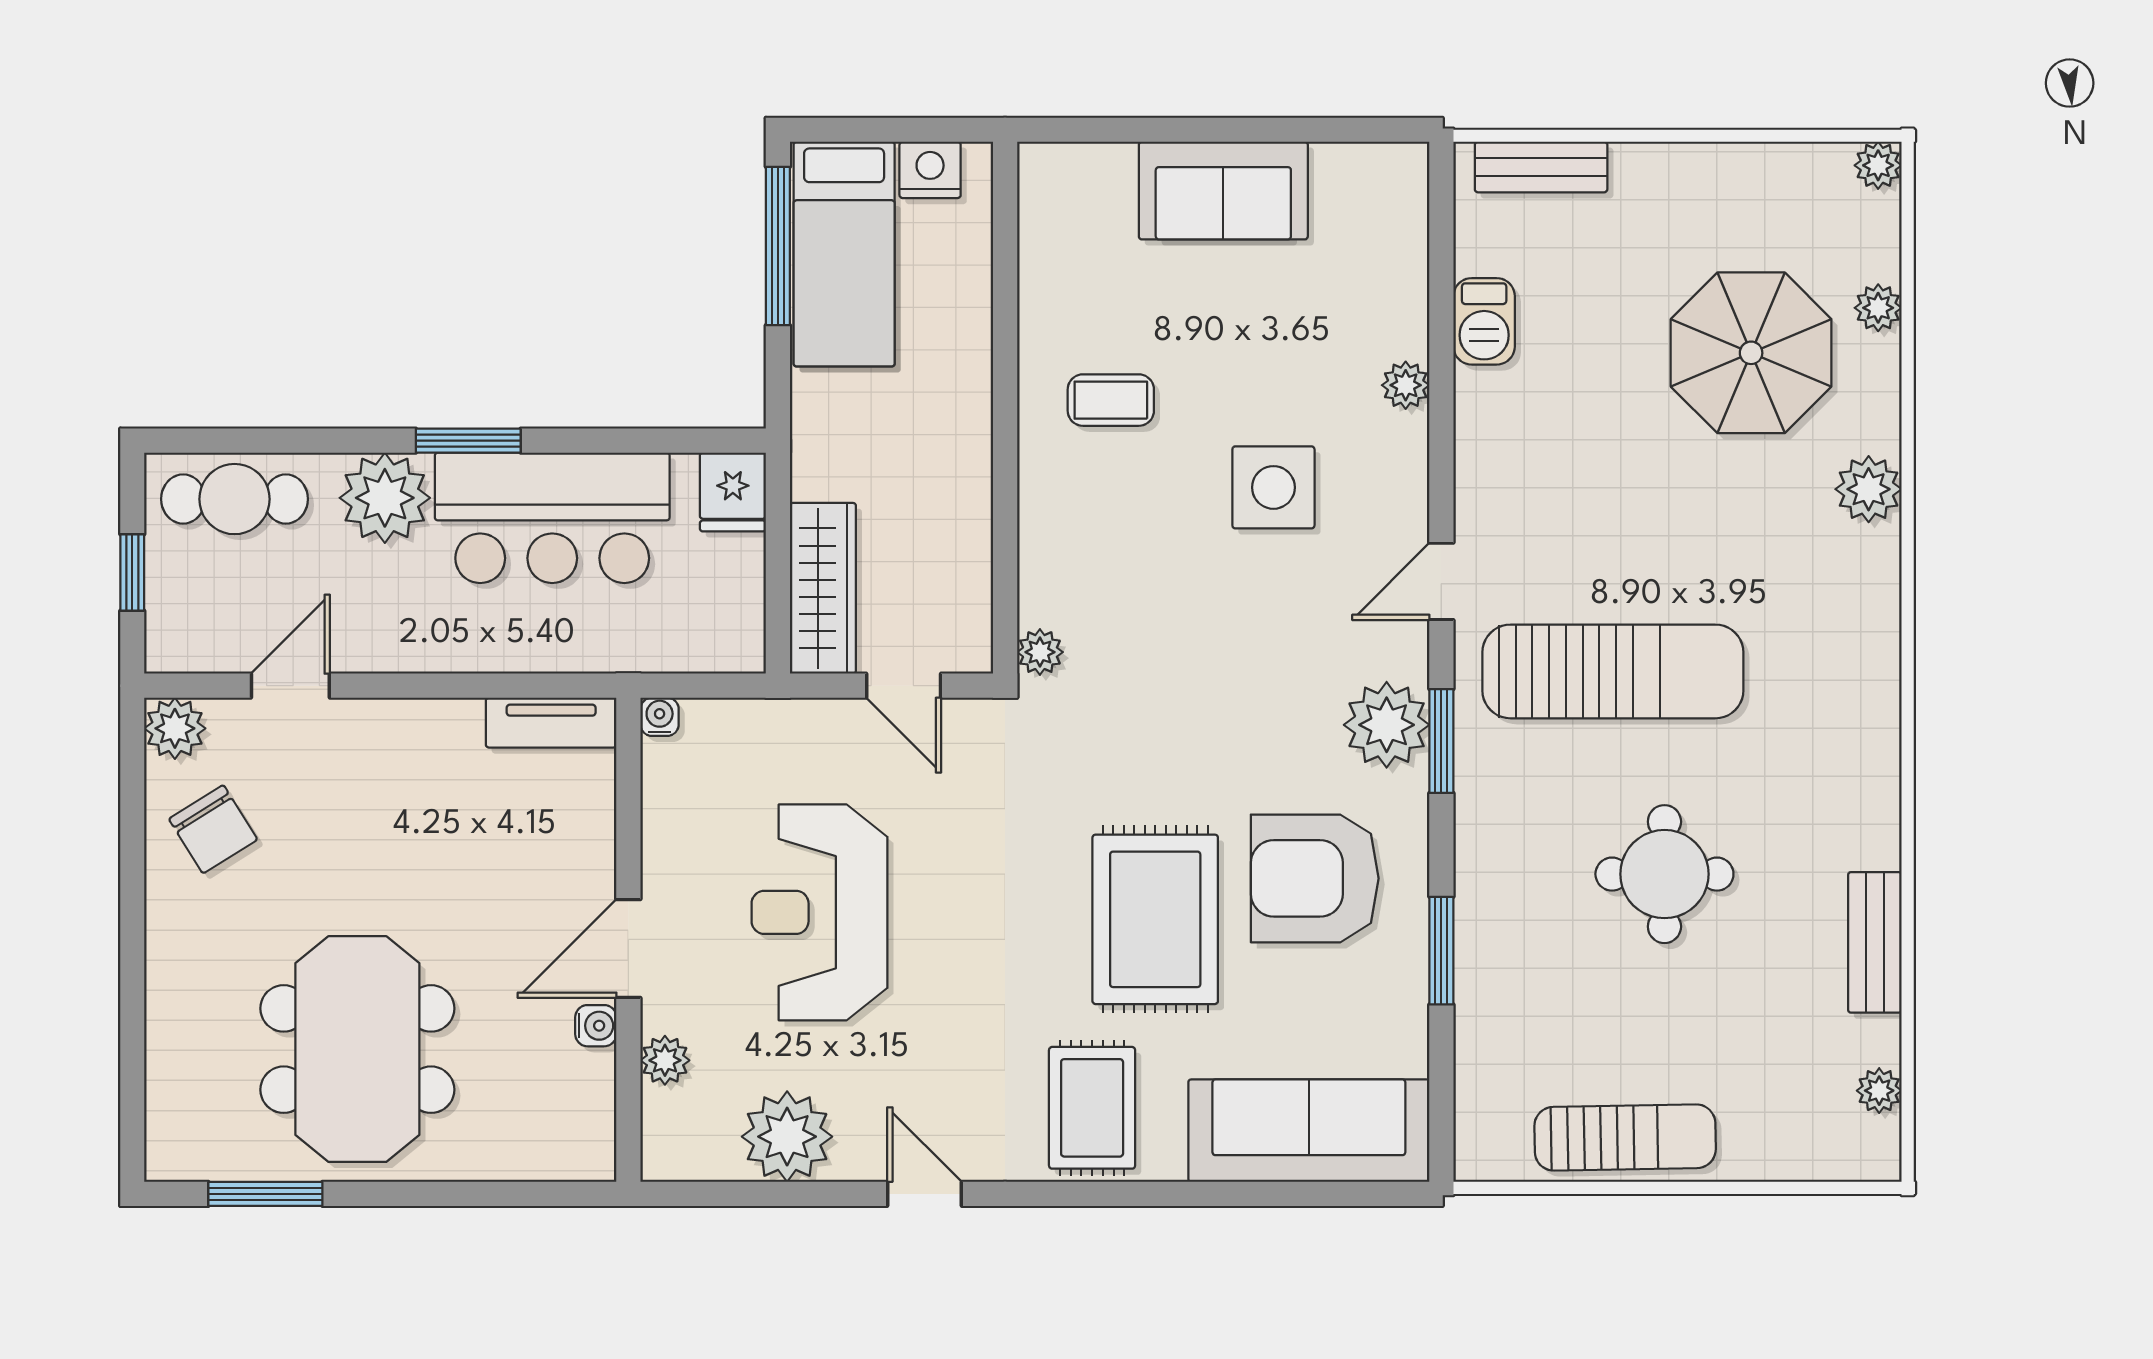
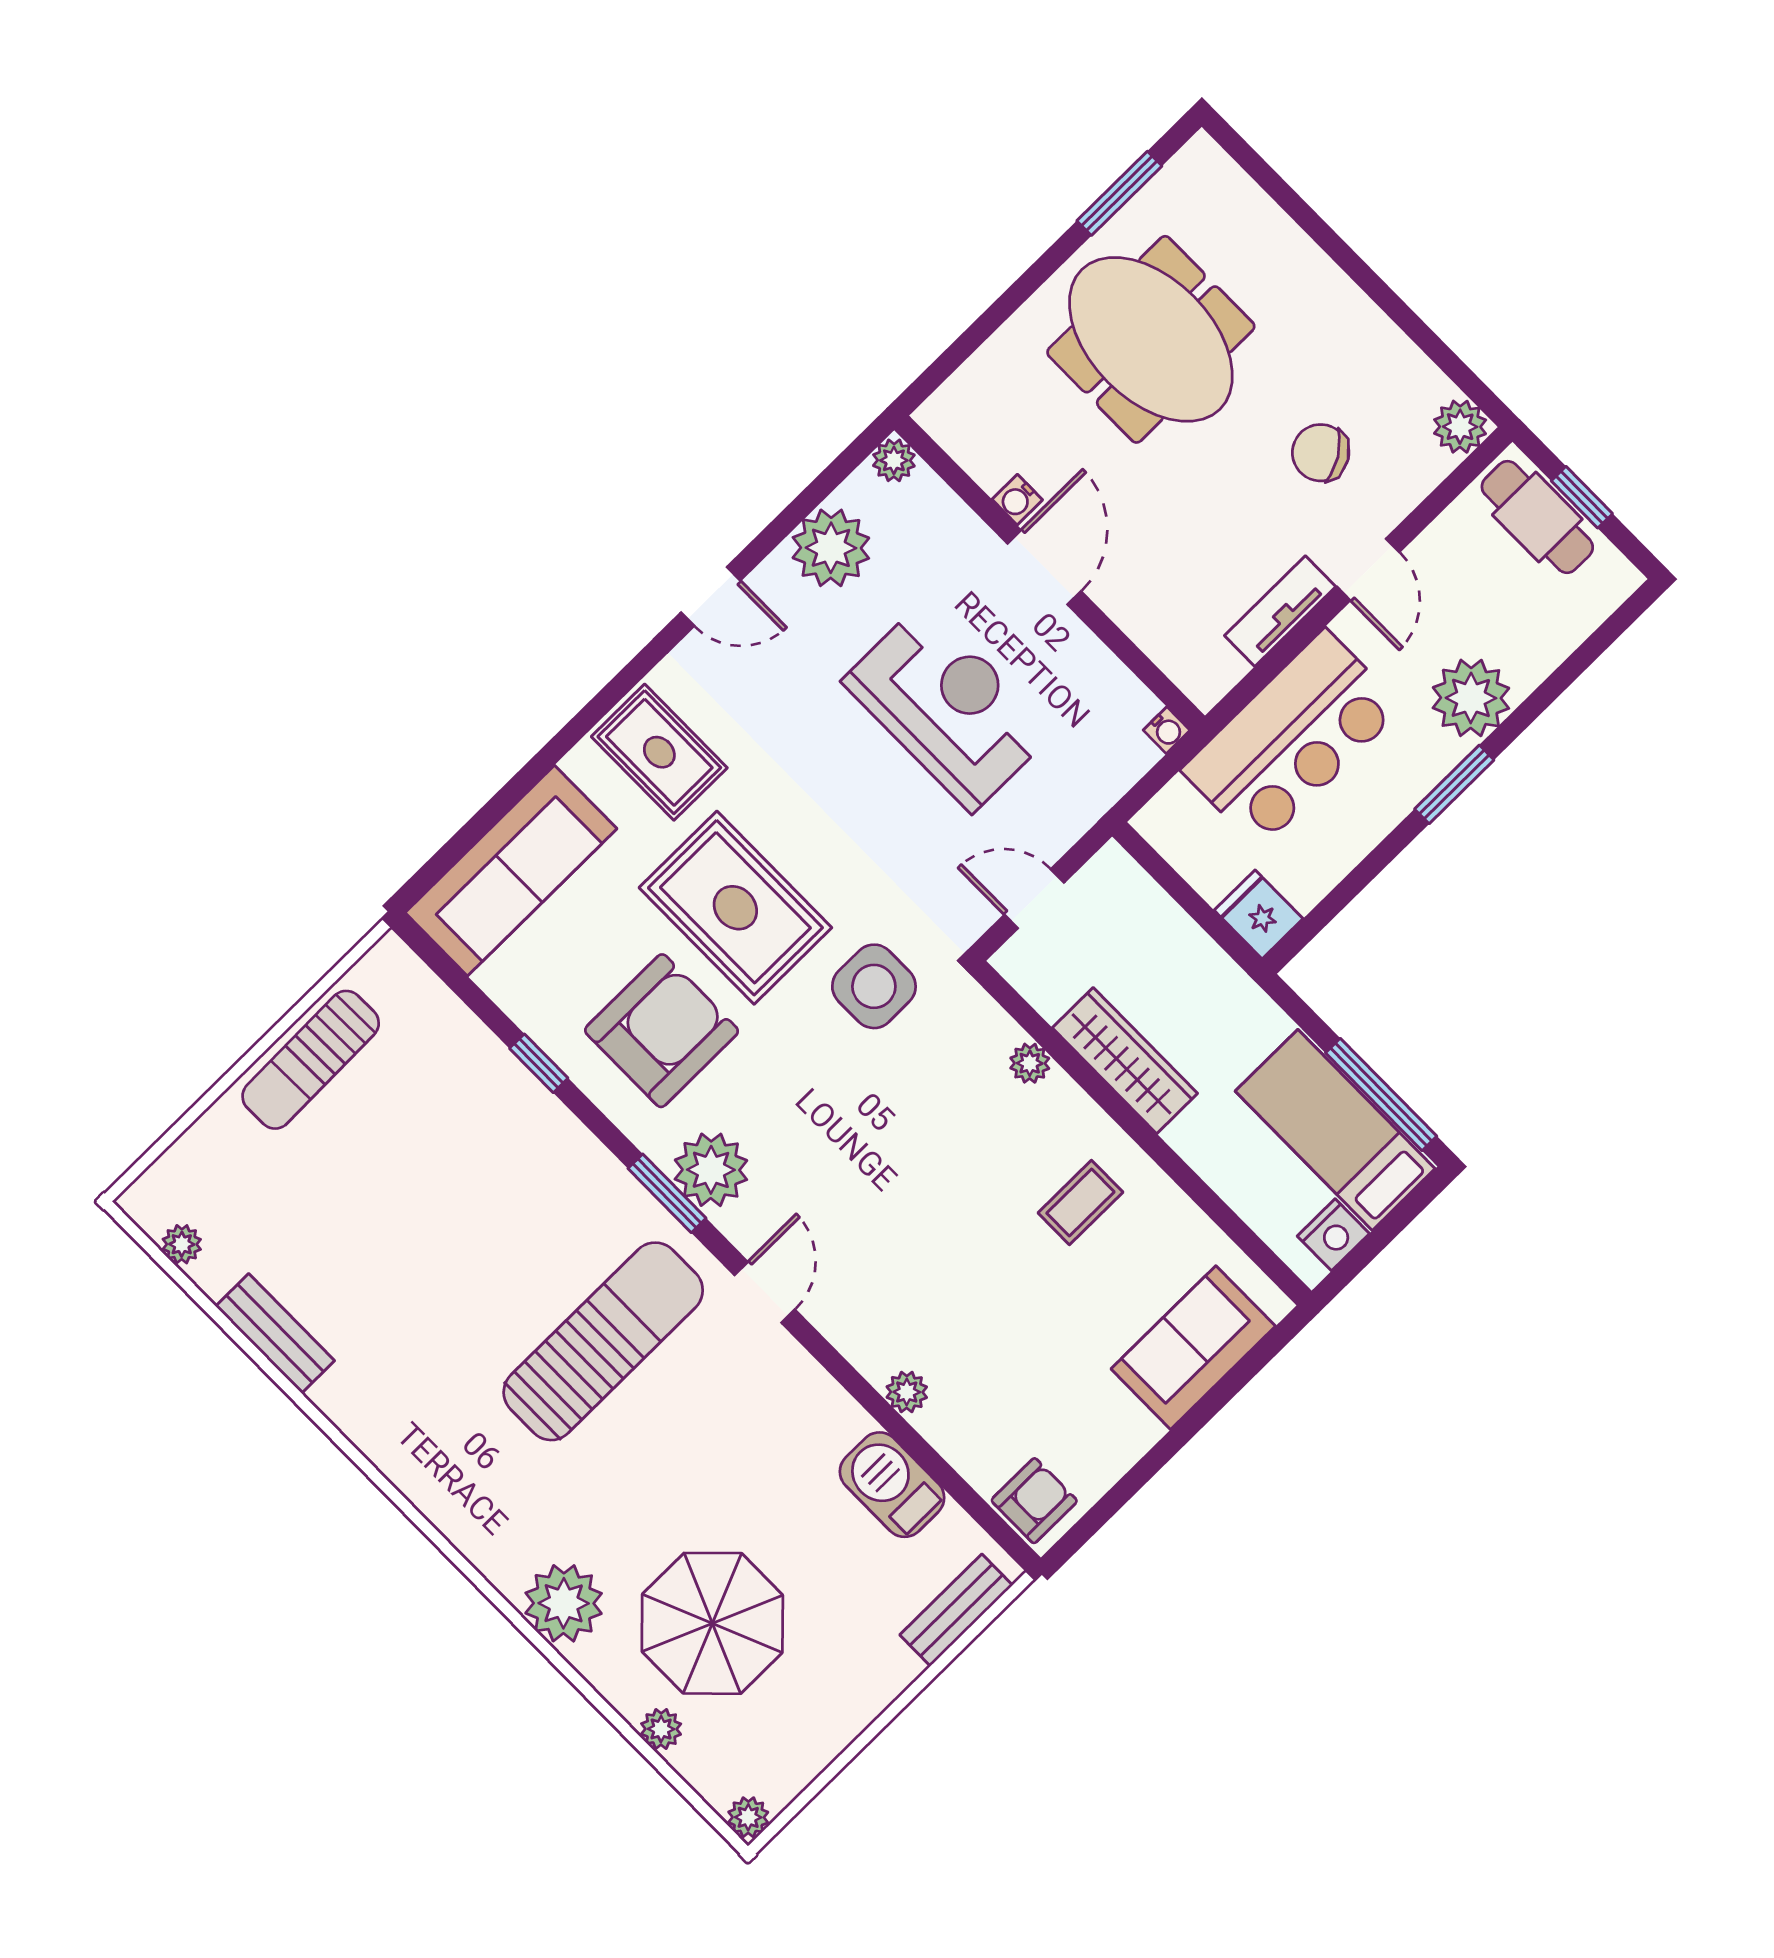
sofa: (1223, 191) -> (1193, 1348), moved
armchair: (1389, 194) -> (1034, 1501), added
barbecue: (1484, 321) -> (892, 1485), width x1.38, depth x1.27
side table: (1273, 487) -> (874, 986), moved
plant: (1869, 489) -> (564, 1603), width x1.36, depth x1.36
cafe table: (234, 499) -> (1537, 517), moved, turned 90
bar counter: (552, 518) -> (1292, 739), moved, turned 180
wardrobe: (823, 588) -> (1125, 1061), moved, turned 180
plant: (1040, 652) -> (1030, 1063), moved
sun lounger: (1613, 671) -> (603, 1341), turned 180
door: (290, 686) -> (1368, 569), moved
tv unit: (551, 723) -> (1280, 611), moved
chair: (213, 829) -> (1321, 453), moved
round table: (1664, 874) -> (447, 1247), removed
window: (1441, 951) -> (539, 1063), width x0.67
plant: (665, 1060) -> (894, 460), moved

